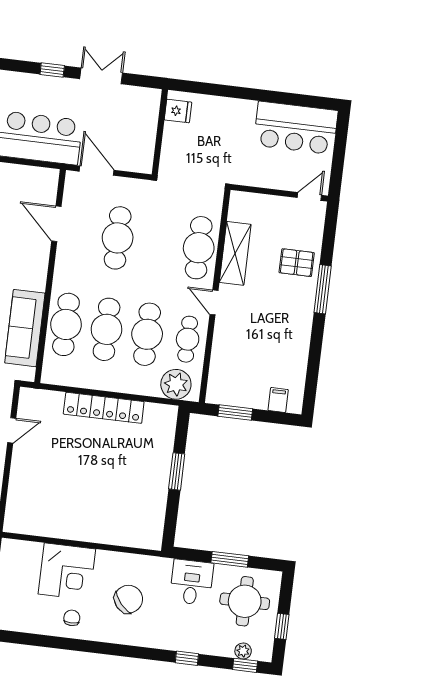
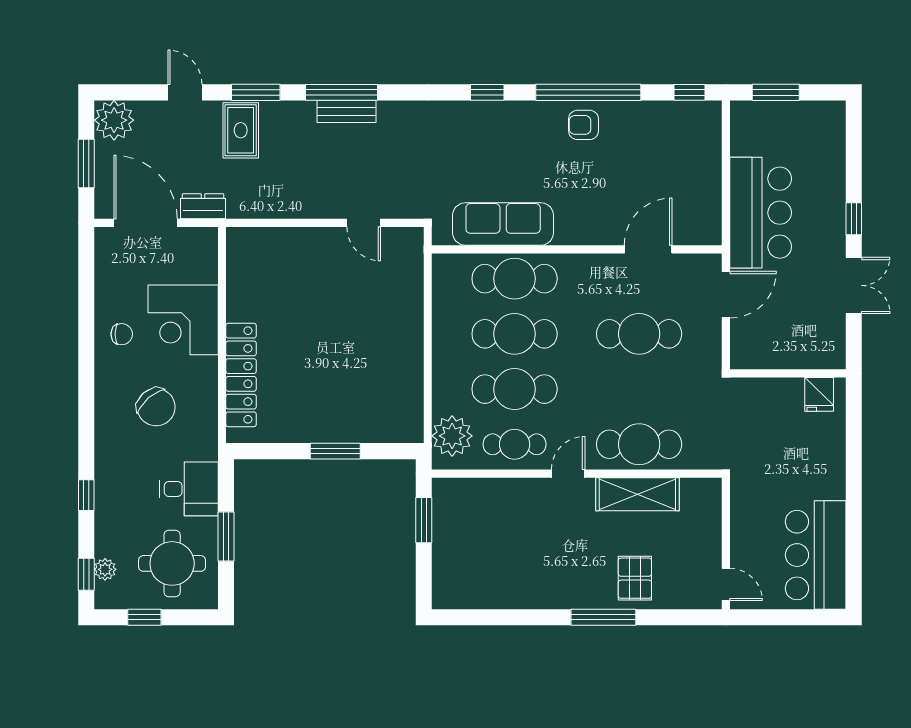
filing cabinet: (278, 400) -> (448, 576), removed
locker: (104, 408) -> (241, 375), moved, turned 180

